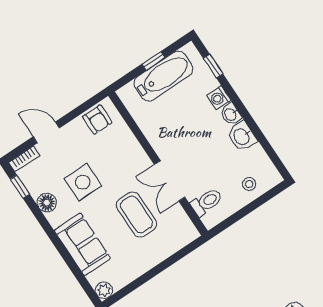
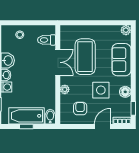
bidet: (129, 97) -> (50, 117), added
armchair: (97, 120) -> (80, 109), moved
door: (46, 132) -> (102, 126), swing flipped
plant: (134, 149) -> (65, 89), added
coffee table: (136, 214) -> (85, 57), width x1.36, depth x1.32

